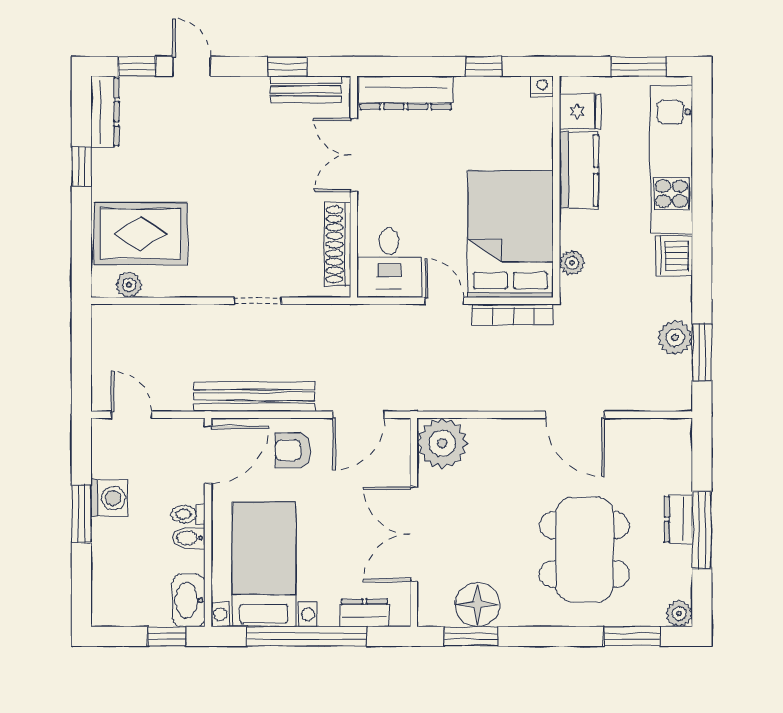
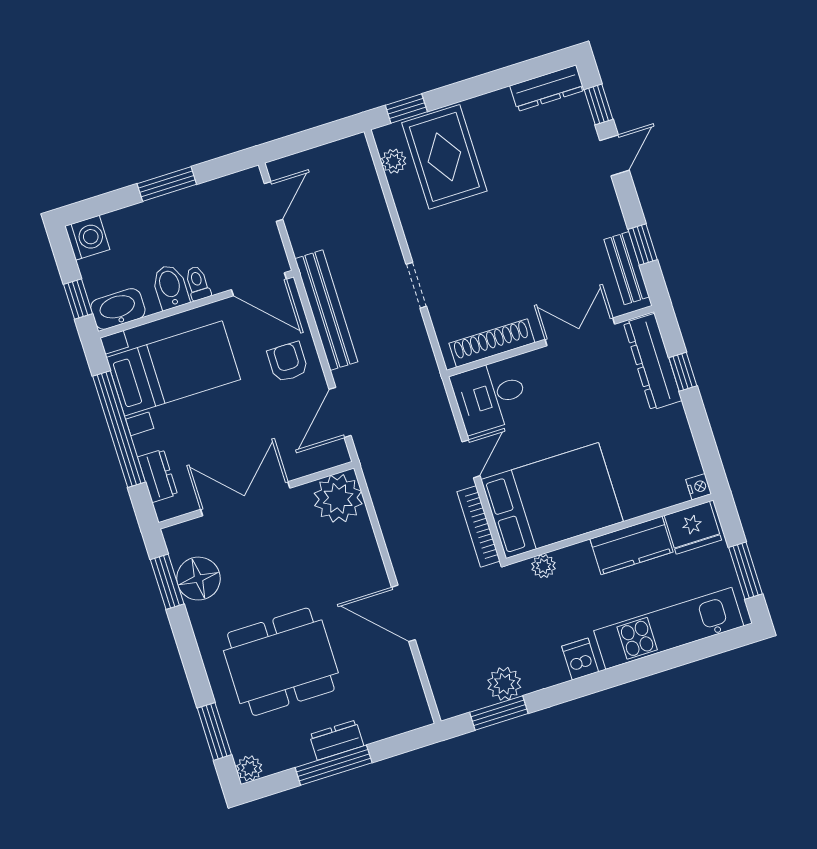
window: (484, 66) -> (683, 372), moved
fridge: (580, 111) -> (693, 528), width x1.38
window: (81, 166) -> (406, 108), moved
dishwasher: (674, 256) -> (580, 659), width x0.73
door: (359, 415) -> (340, 412), hinge flipped
door: (575, 415) -> (403, 613), hinge flipped
washing machine: (110, 498) -> (87, 238), moved, turned -90
bidet: (189, 538) -> (170, 287), width x1.38, depth x1.36

